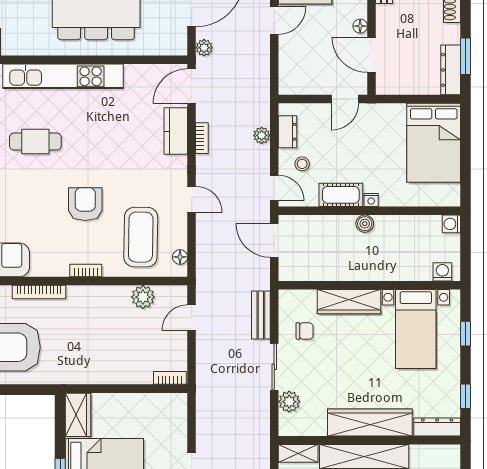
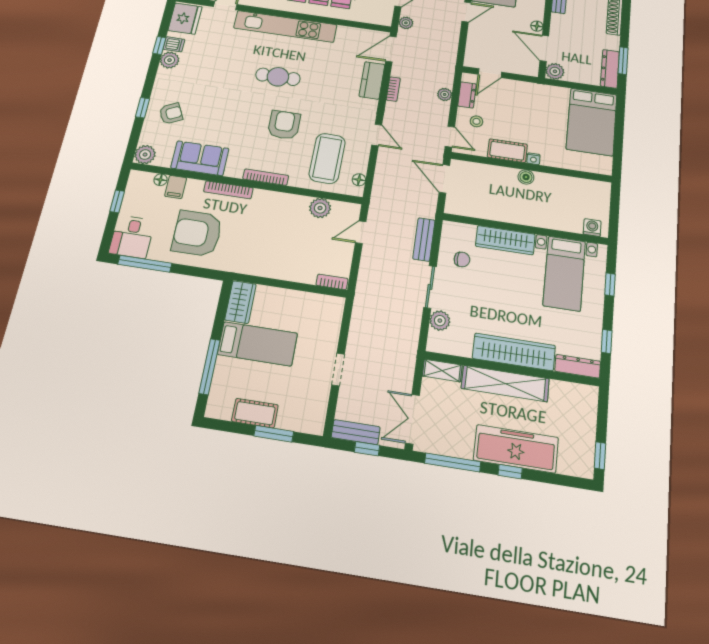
plant: (386, 84) -> (555, 71), added
door: (345, 99) -> (490, 73), moved
cafe table: (35, 142) -> (278, 77), moved
washing machine: (451, 224) -> (603, 189), removed
bookcase: (86, 271) -> (266, 177), width x1.56

